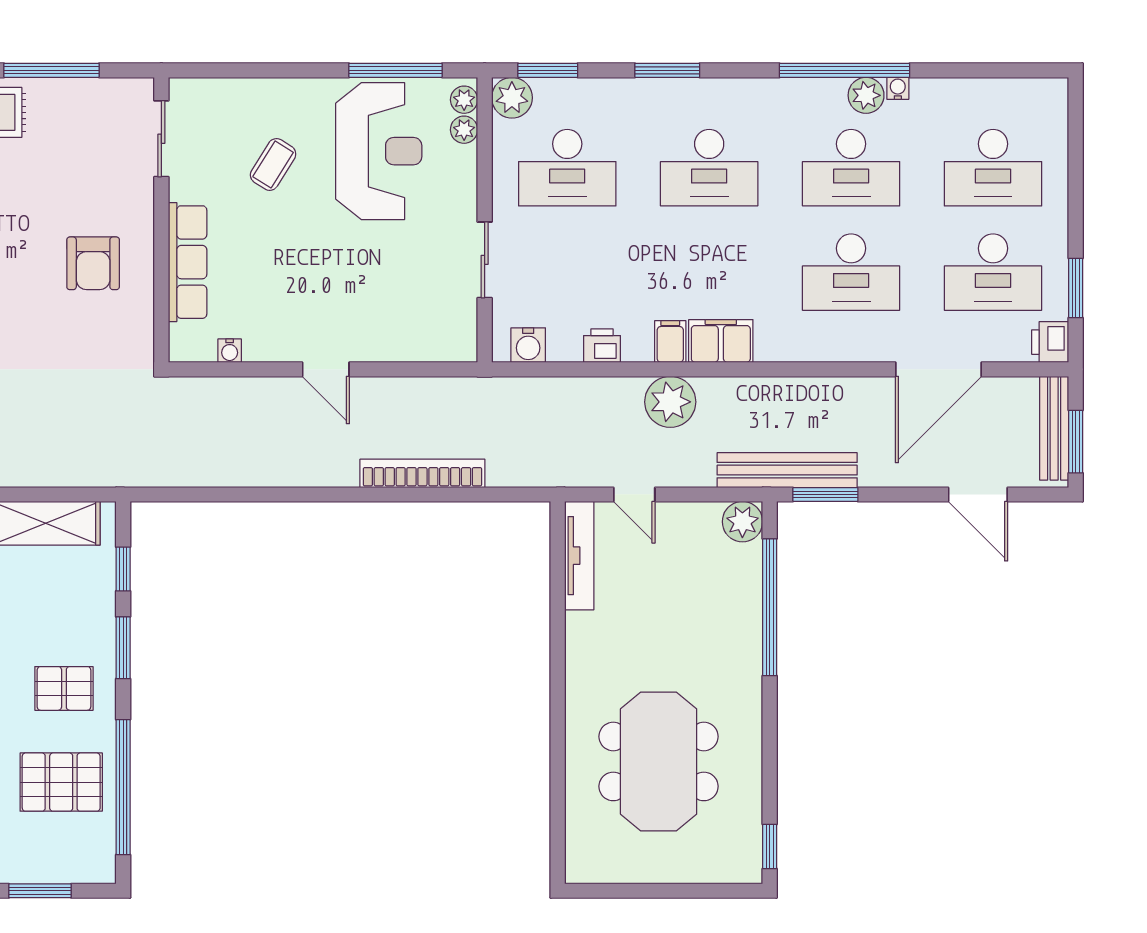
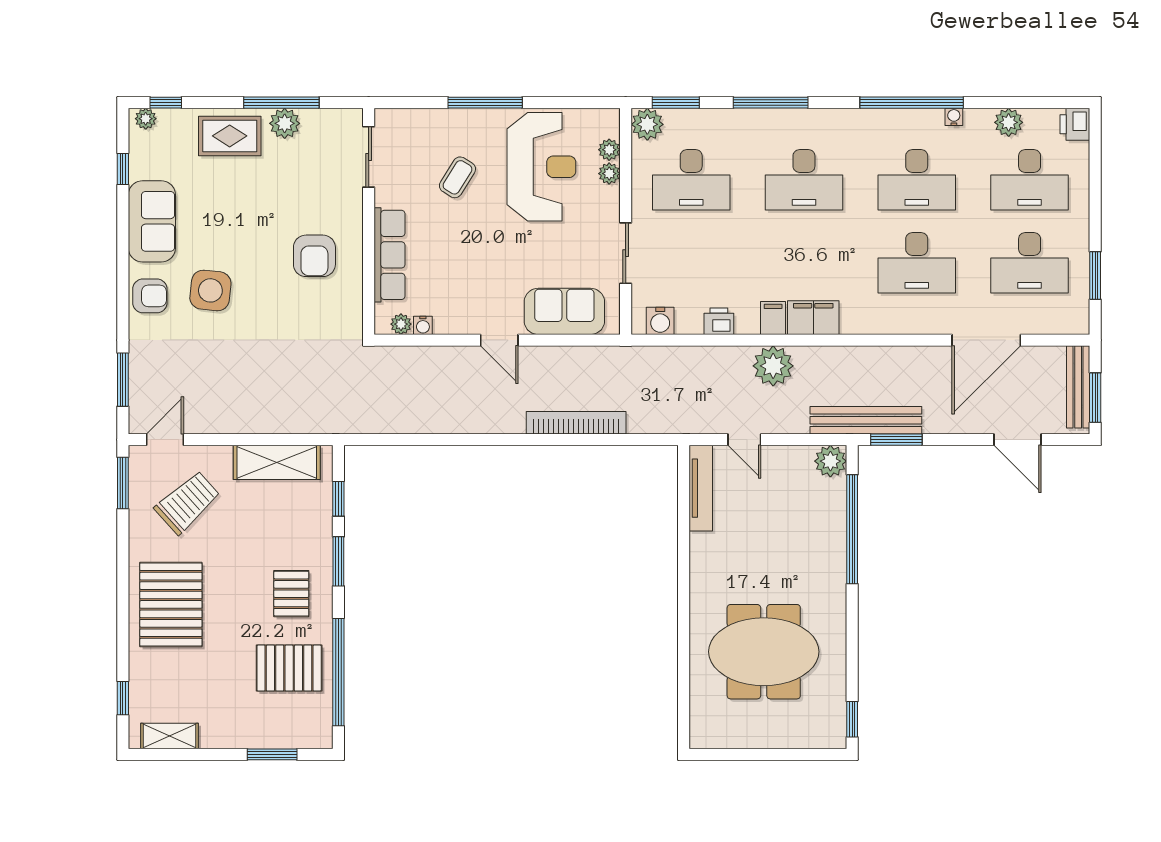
window: (395, 70) -> (485, 103), moved
window: (667, 70) -> (771, 103), width x1.44
plant: (866, 95) -> (1009, 122), moved
plant: (56, 97) -> (285, 123), added
plant: (464, 100) -> (609, 174), moved
sofa: (408, 333) -> (564, 311), added
printer: (1050, 342) -> (1075, 124), moved
plant: (202, 349) -> (401, 324), added
pallet: (64, 688) -> (291, 594), turned 90
meeting table: (659, 761) -> (764, 652), turned 90

